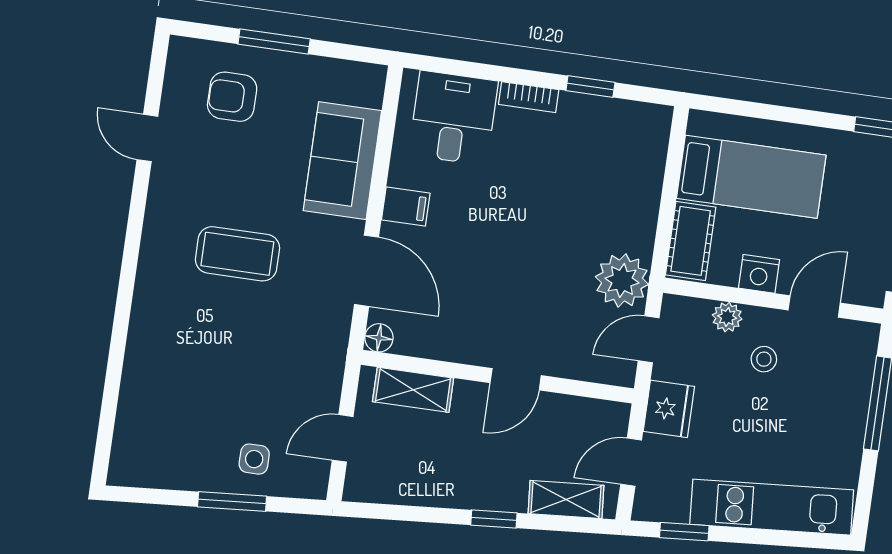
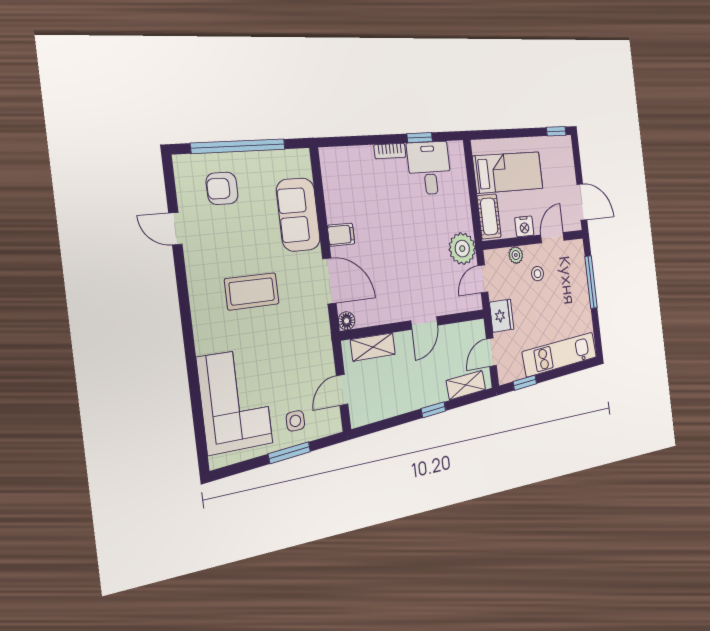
window: (274, 42) -> (239, 146), width x2.11
desk: (453, 118) -> (429, 168), moved
corner sofa: (169, 400) -> (235, 401), added

